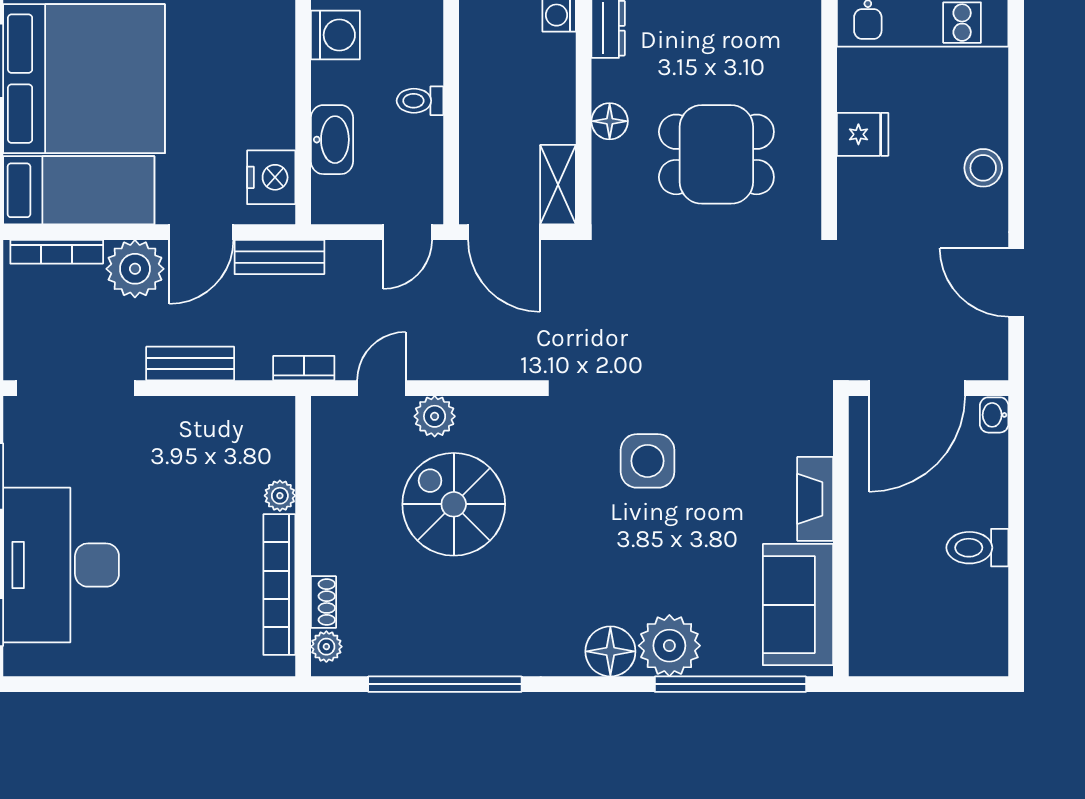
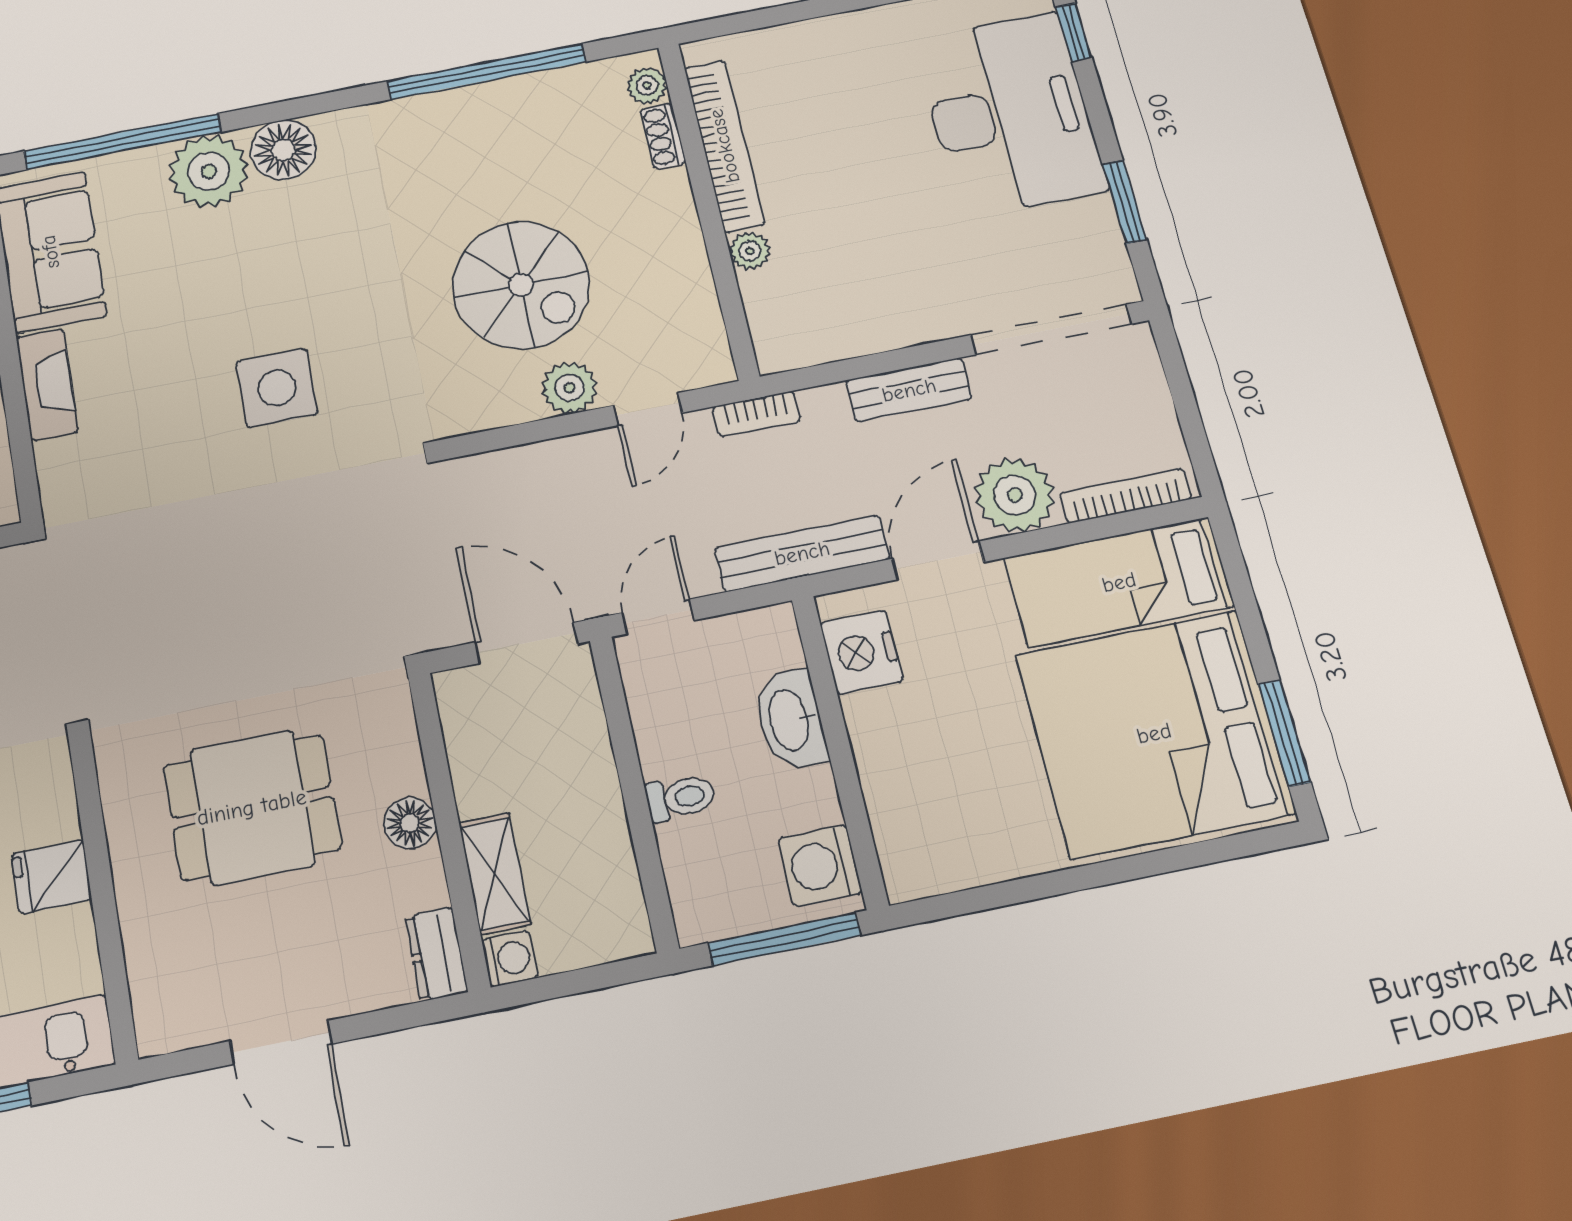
shelving: (558, 185) -> (495, 874), moved
bench: (279, 257) -> (802, 553), width x1.36

